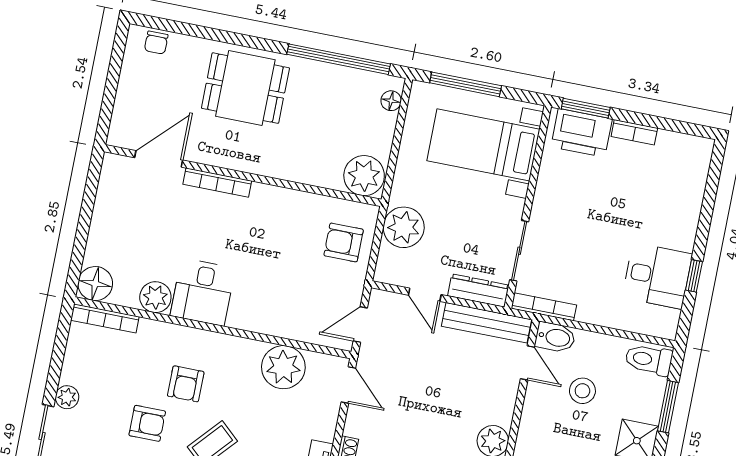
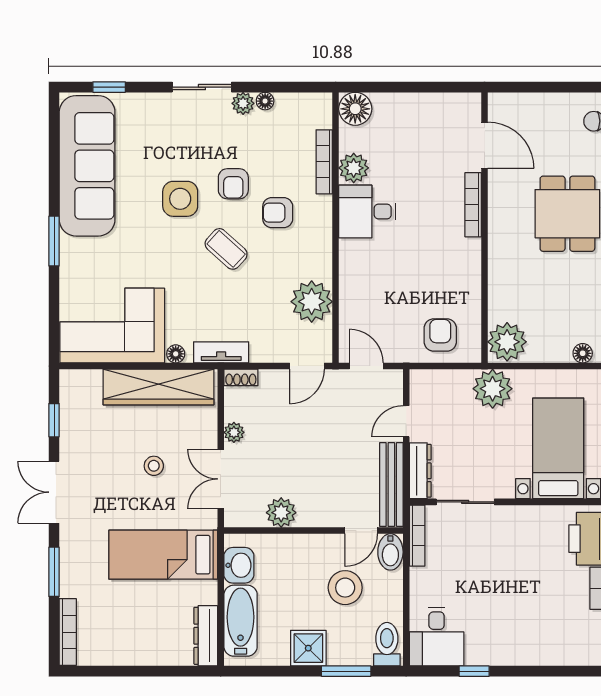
plant: (404, 227) -> (493, 389), moved
desk: (657, 276) -> (437, 637), moved
bookcase: (105, 318) -> (324, 162), moved
floor lamp: (69, 374) -> (265, 101), added
stool: (582, 391) -> (345, 588), width x1.38, depth x1.38

